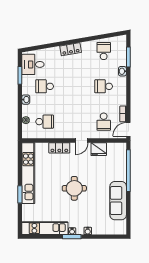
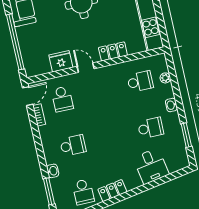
locker: (71, 49) -> (112, 191), moved
desk: (33, 64) -> (151, 166), moved, turned 80
school desk: (45, 122) -> (140, 82), turned 180
school desk: (104, 122) -> (62, 99), turned 180
door: (82, 141) -> (86, 68), hinge flipped

